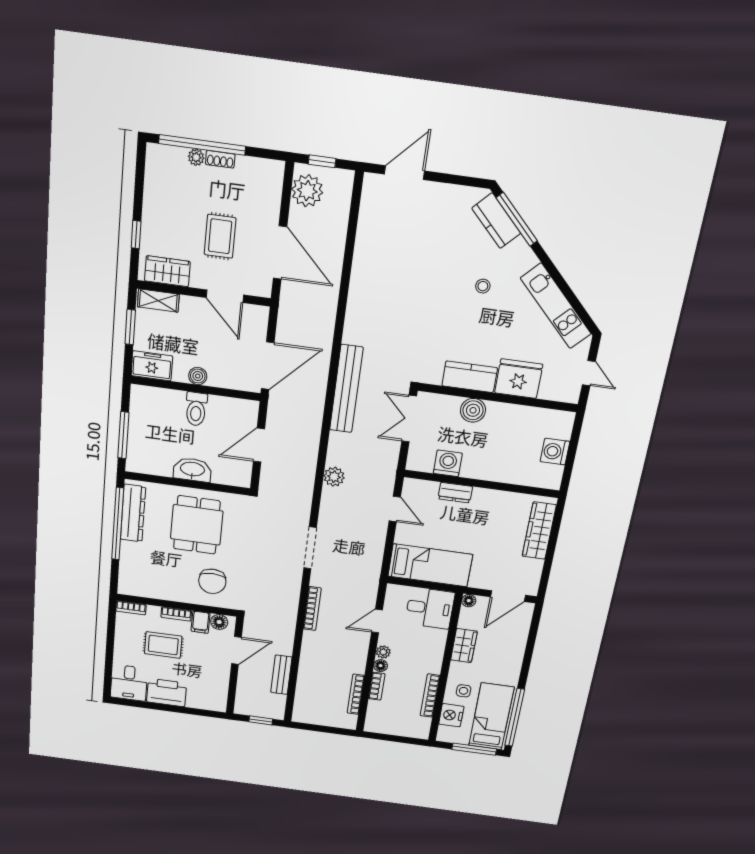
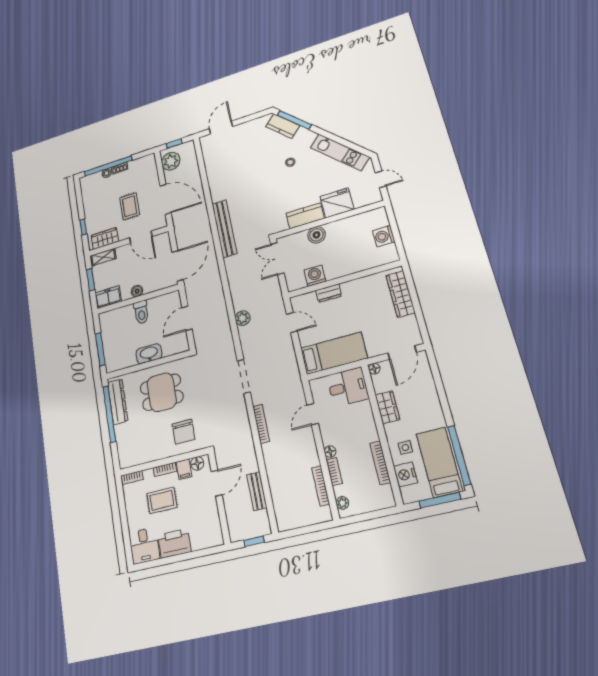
bench: (346, 389) -> (224, 229), moved
dining table: (197, 525) -> (162, 392), turned 90
plant: (383, 652) -> (342, 503), moved

